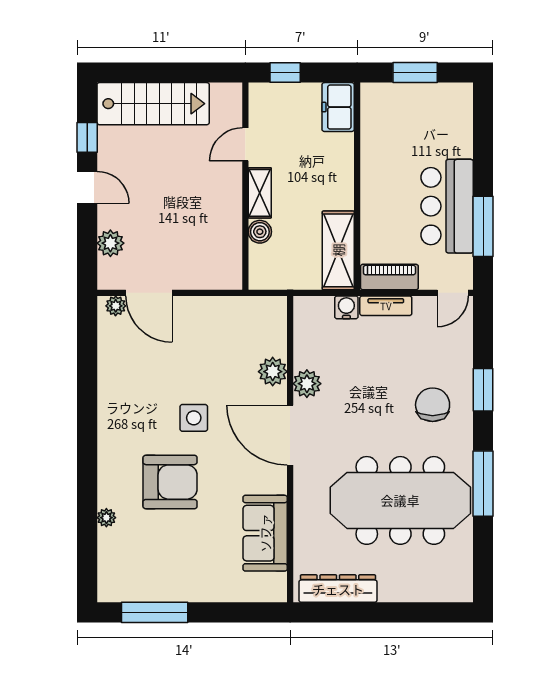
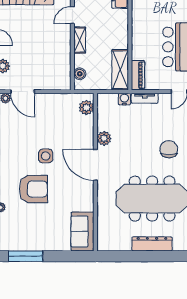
boiler: (260, 232) -> (80, 74), moved
piano: (389, 277) -> (138, 75), moved, turned 90
plant: (273, 372) -> (86, 107), moved
sofa: (265, 533) -> (82, 232), moved
dresser: (338, 589) -> (152, 244), moved

